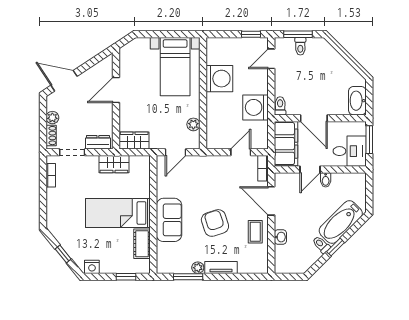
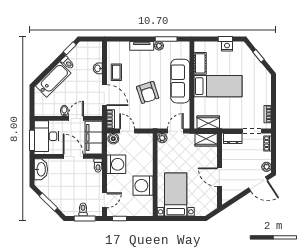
window: (347, 57) -> (48, 202), added
door: (116, 90) -> (219, 177), swing flipped
plant: (52, 118) -> (267, 167), moved
plant: (193, 124) -> (162, 138), moved
boiler: (259, 142) -> (113, 139), added
desk: (350, 151) -> (47, 136), width x1.37
door: (241, 152) -> (127, 131), swing flipped
wardrobe: (114, 164) -> (208, 122), moved
sofa: (169, 220) -> (180, 81), width x1.36
armchair: (215, 223) -> (148, 92), moved
window: (336, 247) -> (70, 48), moved
nightstand: (92, 267) -> (227, 46), moved
window: (126, 277) -> (225, 39), moved

